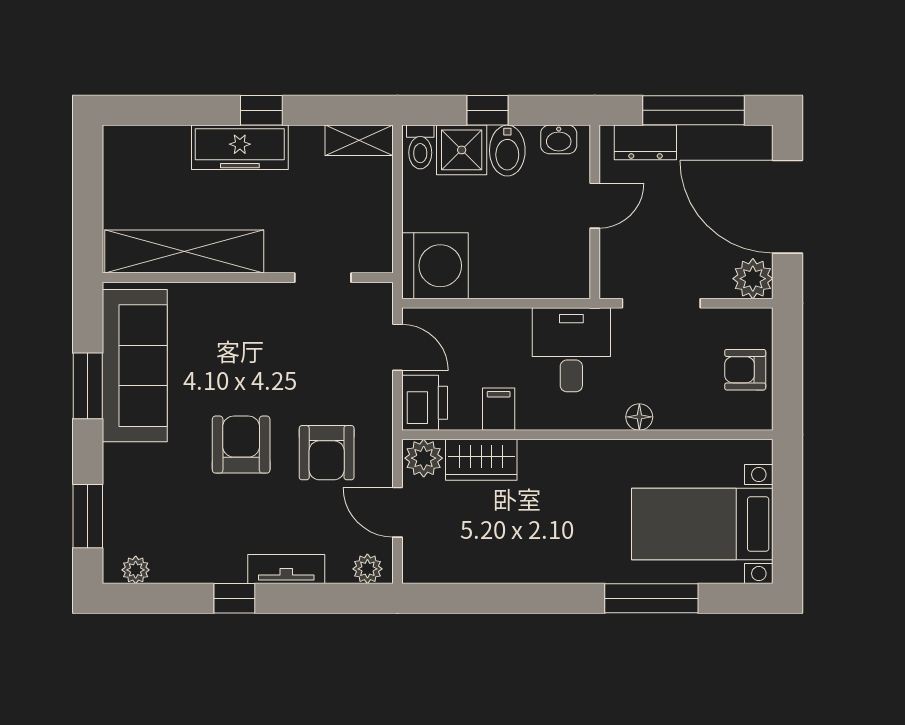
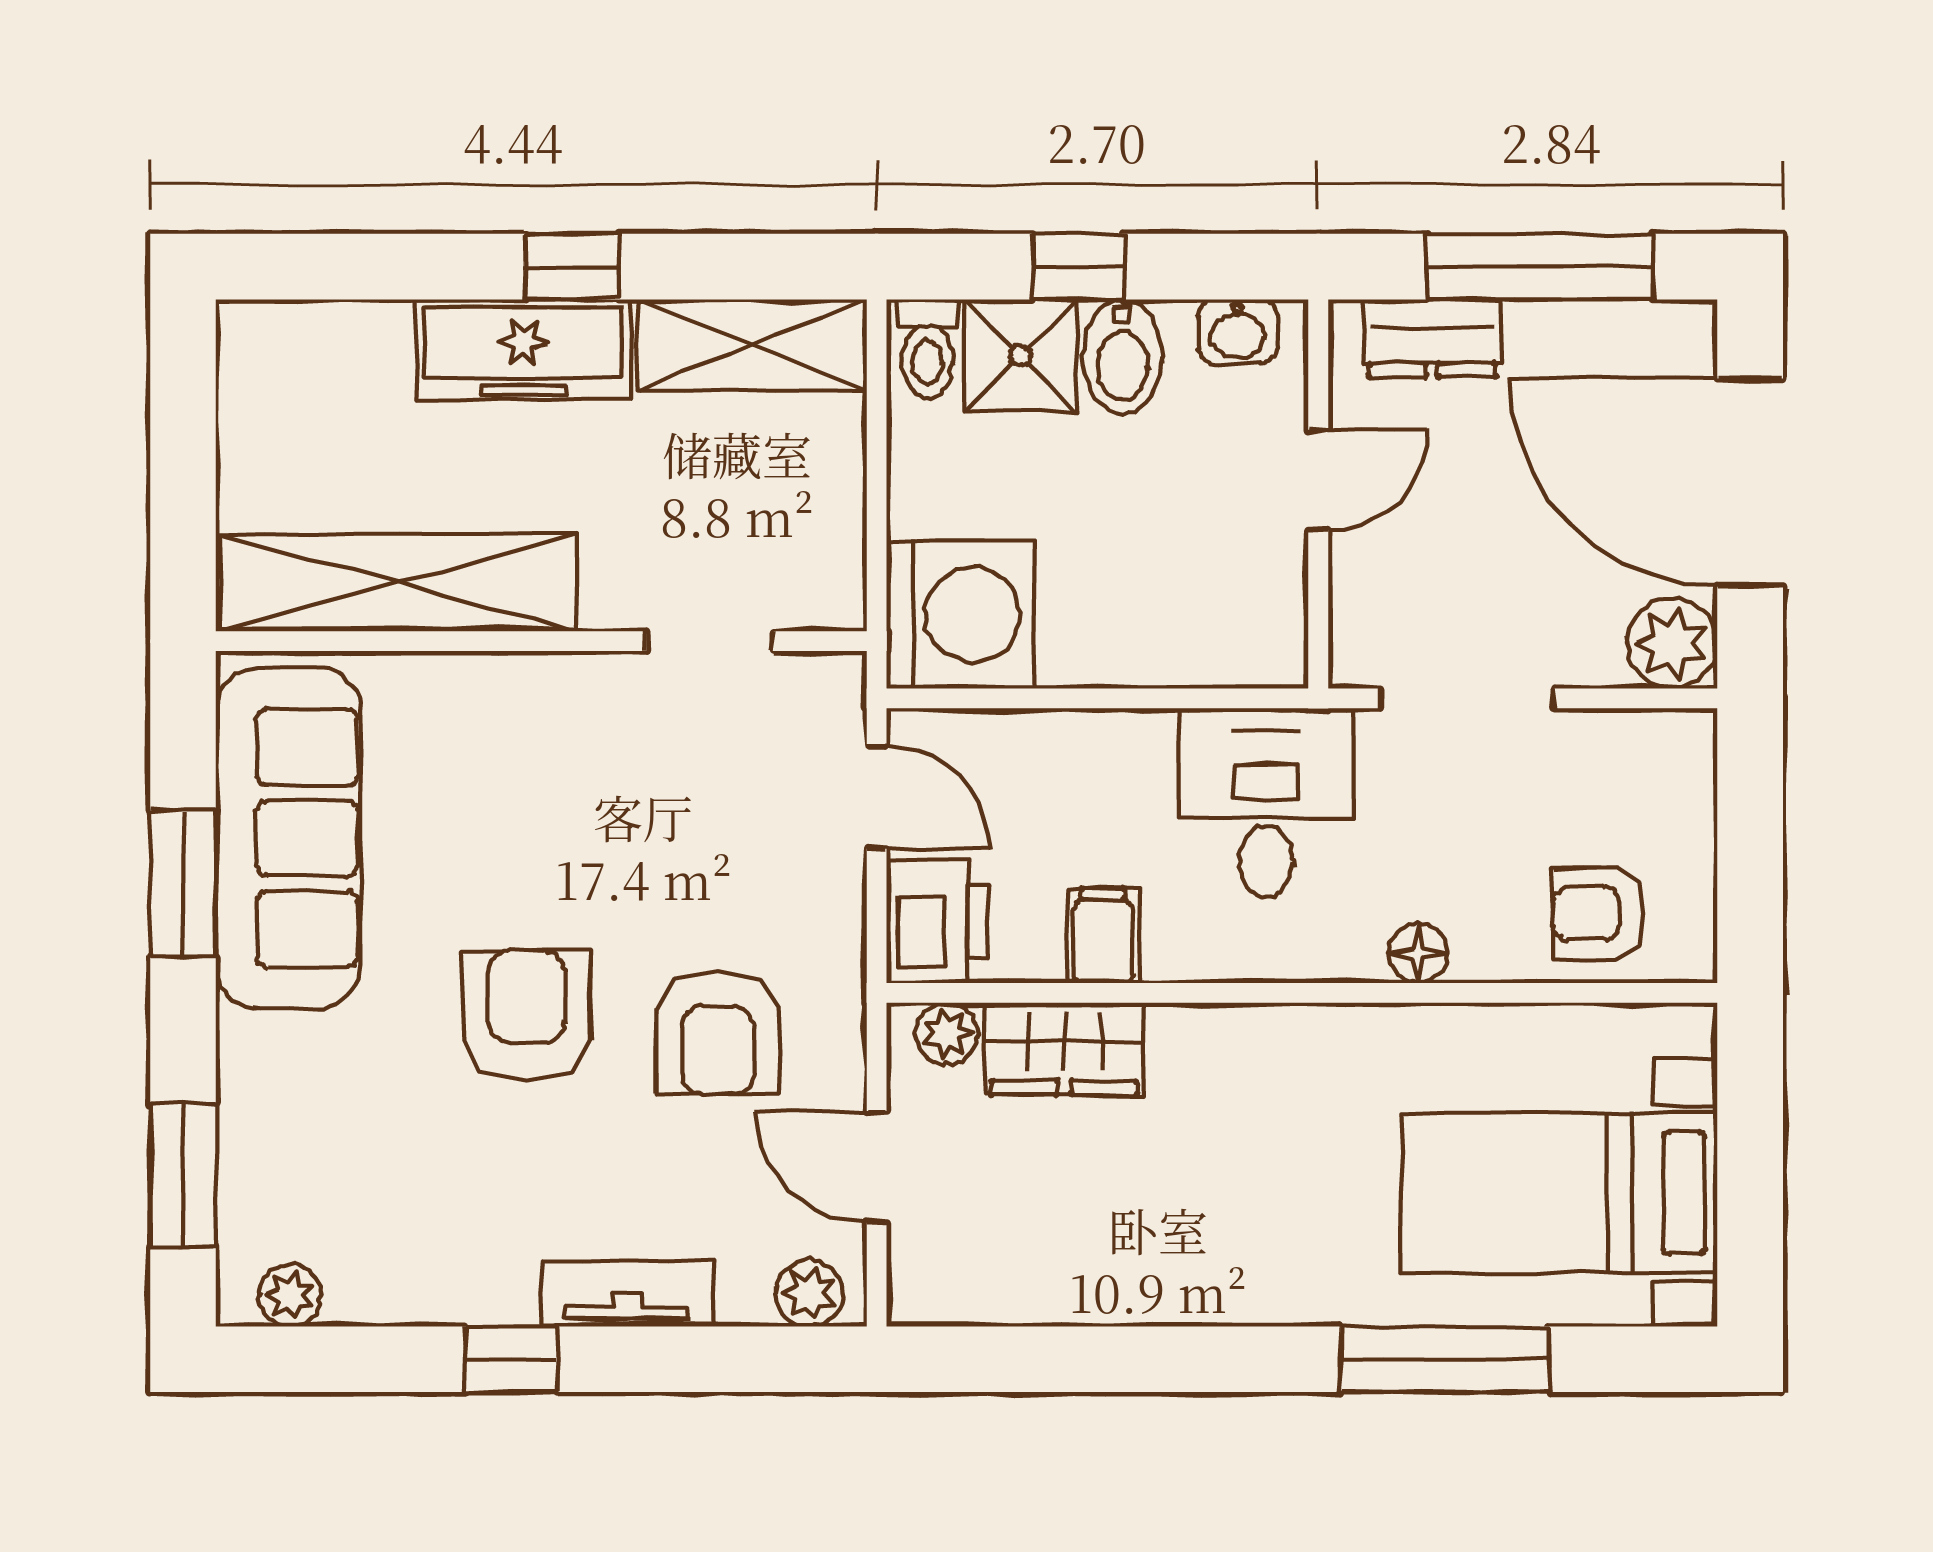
shelving: (359, 140) -> (752, 345), width x1.50, depth x1.33
armchair: (745, 370) -> (1599, 914), moved
plant: (424, 458) -> (947, 1034), width x0.73, depth x0.73

